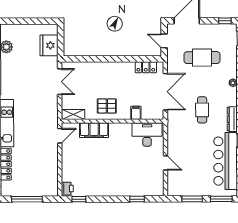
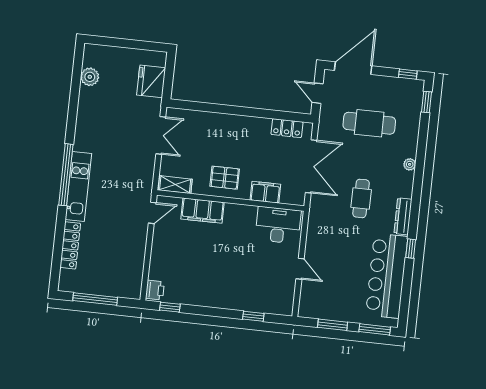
filing cabinet: (136, 113) -> (265, 192), width x2.00

